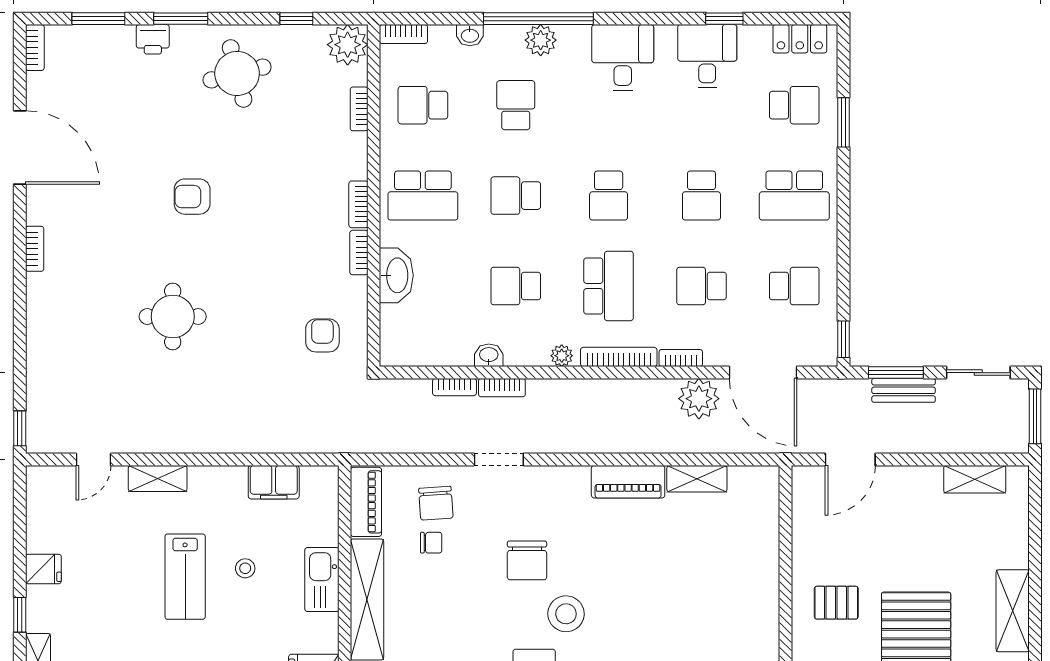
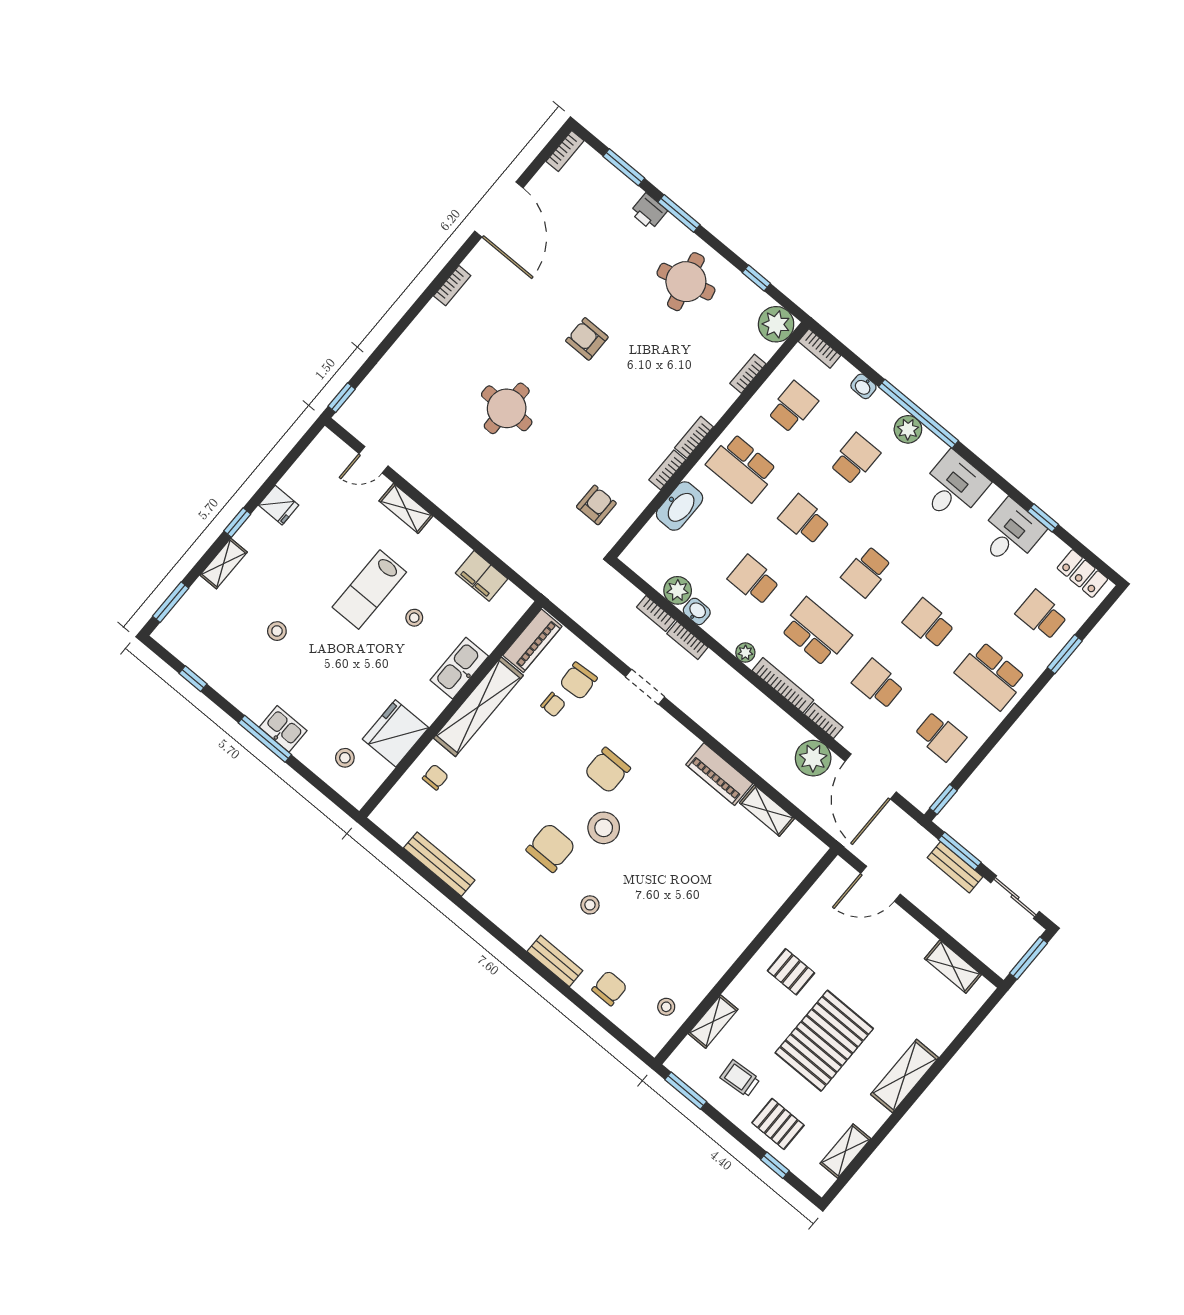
school desk: (423, 105) -> (793, 407), turned 90
school desk: (794, 105) -> (1041, 615), turned 180
school desk: (701, 196) -> (929, 624), turned 90
school desk: (609, 286) -> (816, 632), turned -90
plant: (457, 351) -> (678, 590), added

